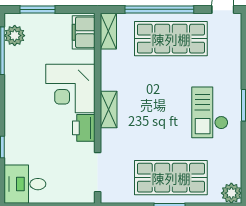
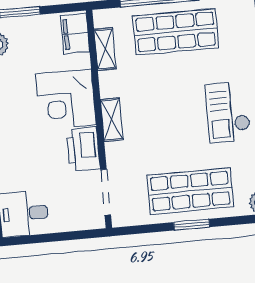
shelving: (108, 31) -> (105, 49), moved
printer: (84, 128) -> (83, 149), width x1.37, depth x1.19

